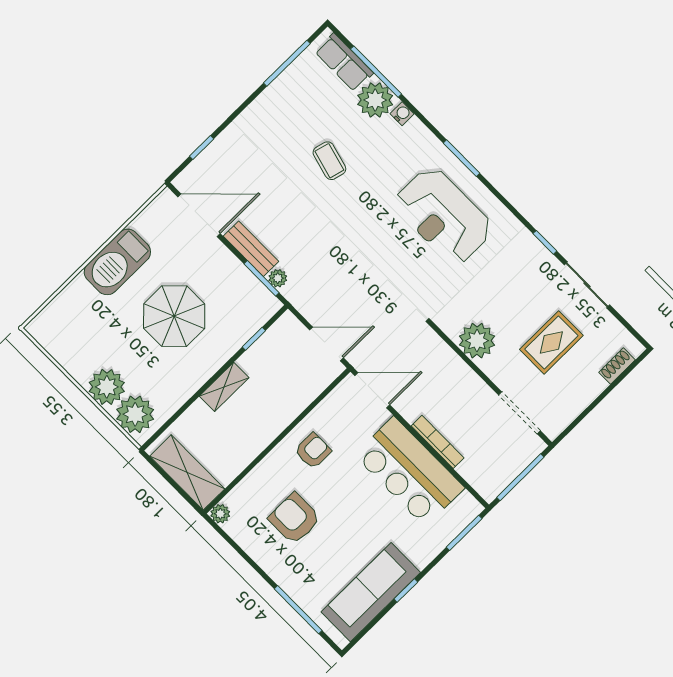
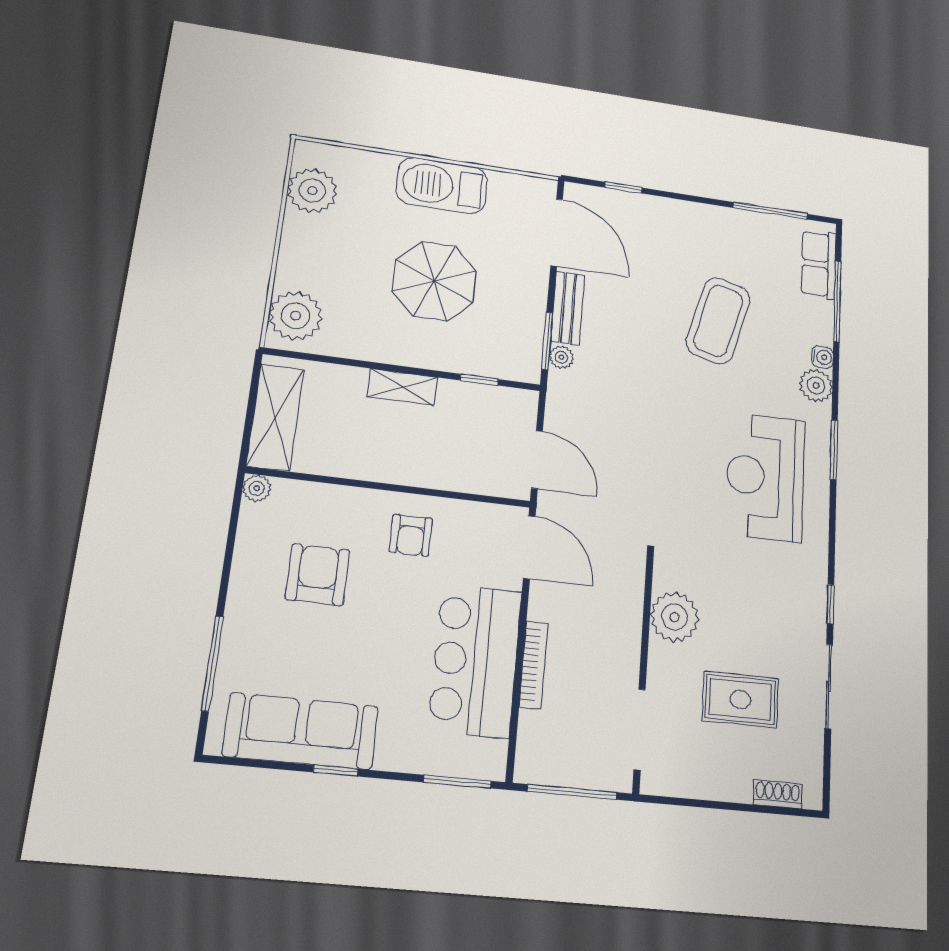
plant: (375, 100) -> (816, 385), moved, width x0.73, depth x0.73
coffee table: (329, 161) -> (718, 321), width x1.86, depth x1.72
plant: (107, 387) -> (312, 191), moved
armchair: (313, 451) -> (411, 535), turned 90

